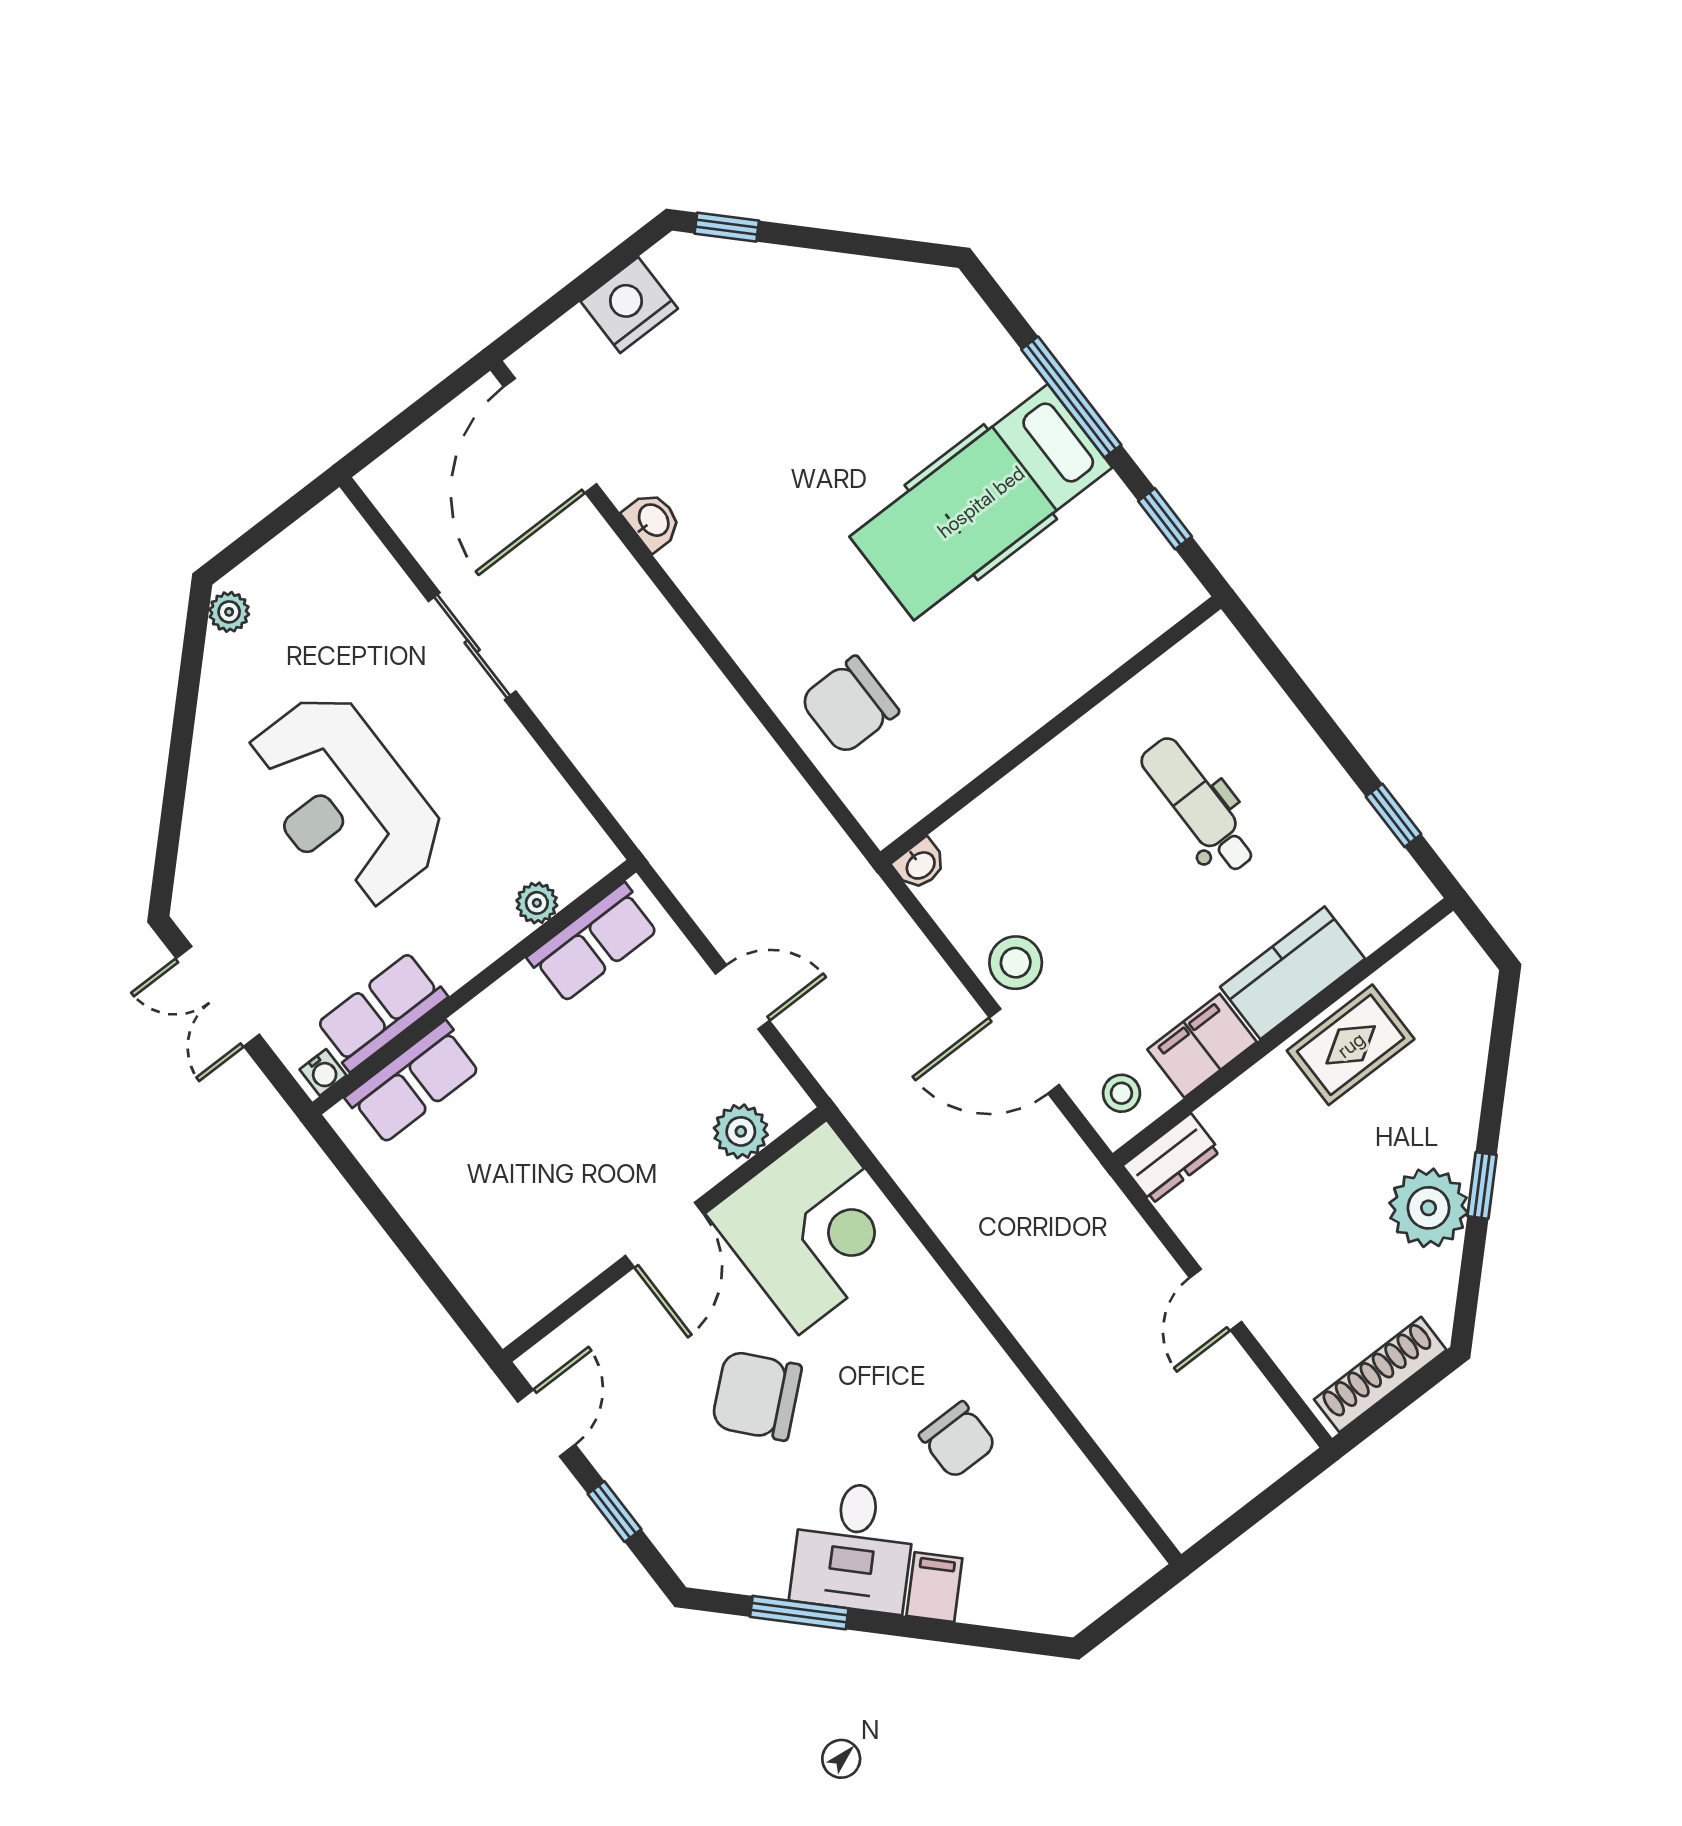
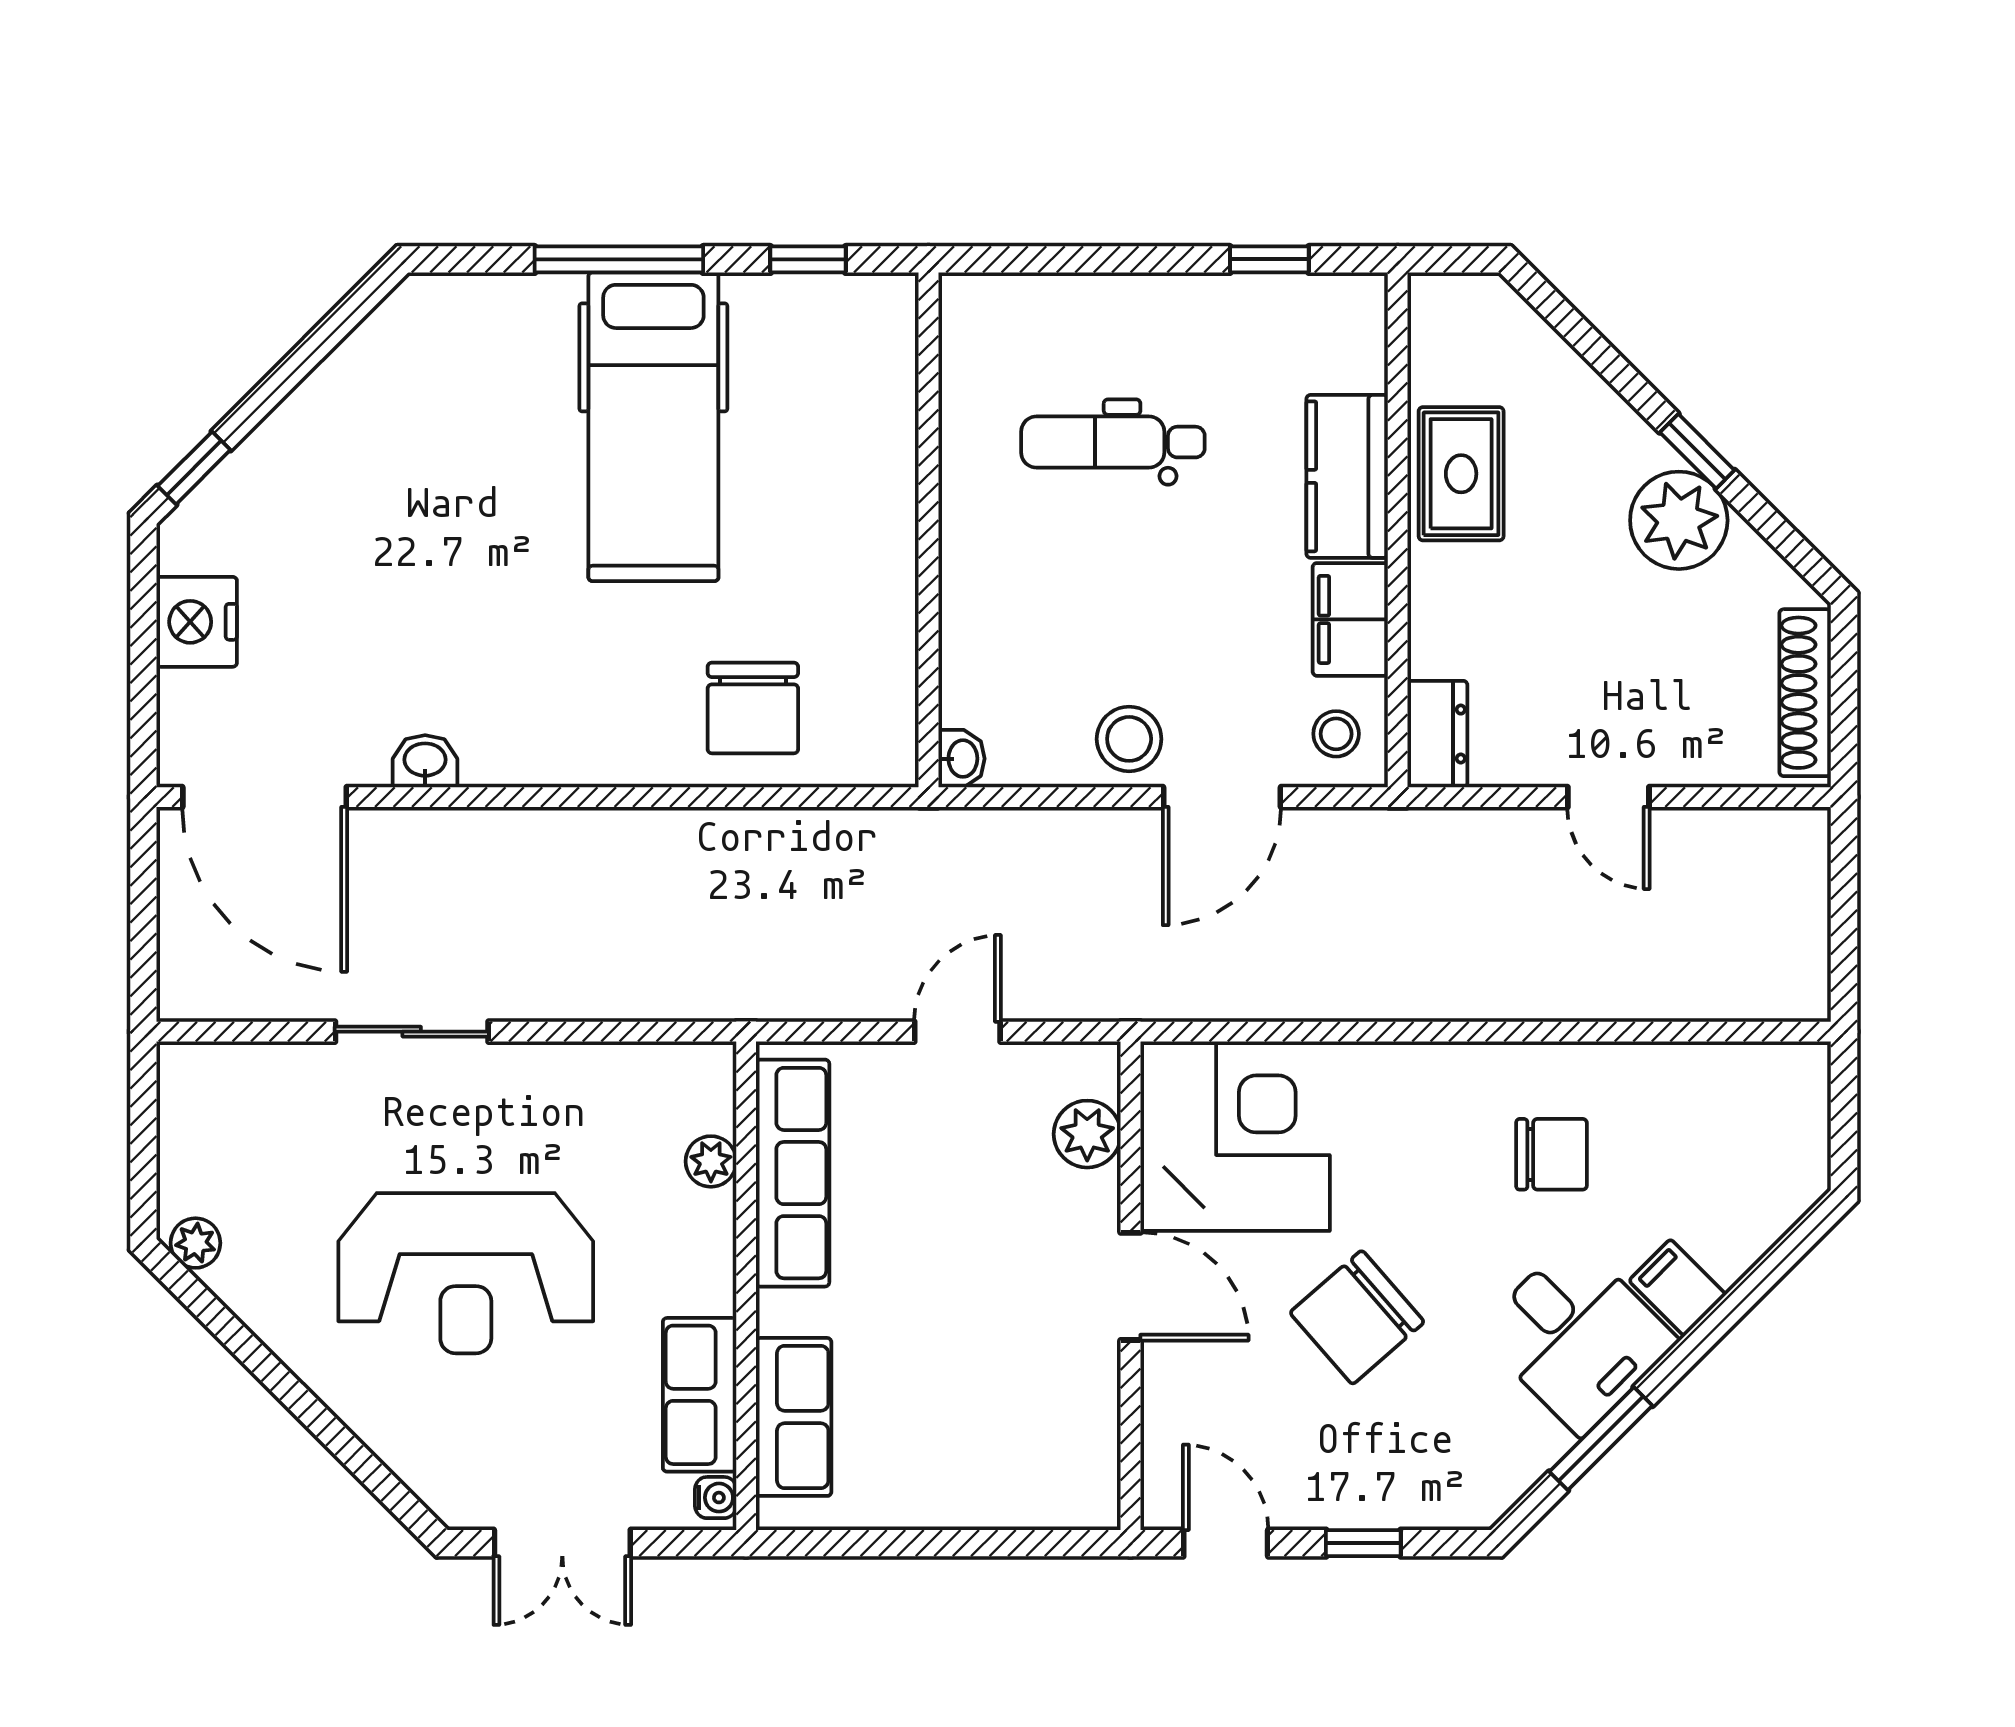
row of seats: (593, 943) -> (793, 1173), width x1.48

